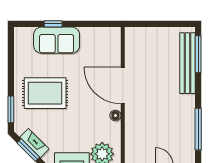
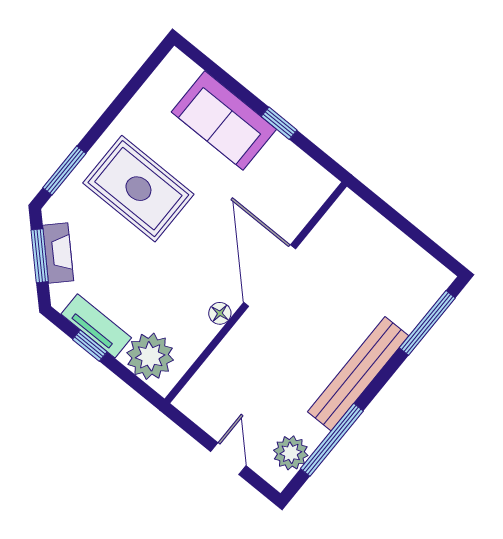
window: (53, 24) -> (279, 123), moved
bench: (188, 63) -> (358, 374), moved
plant: (186, 147) -> (291, 453), added

